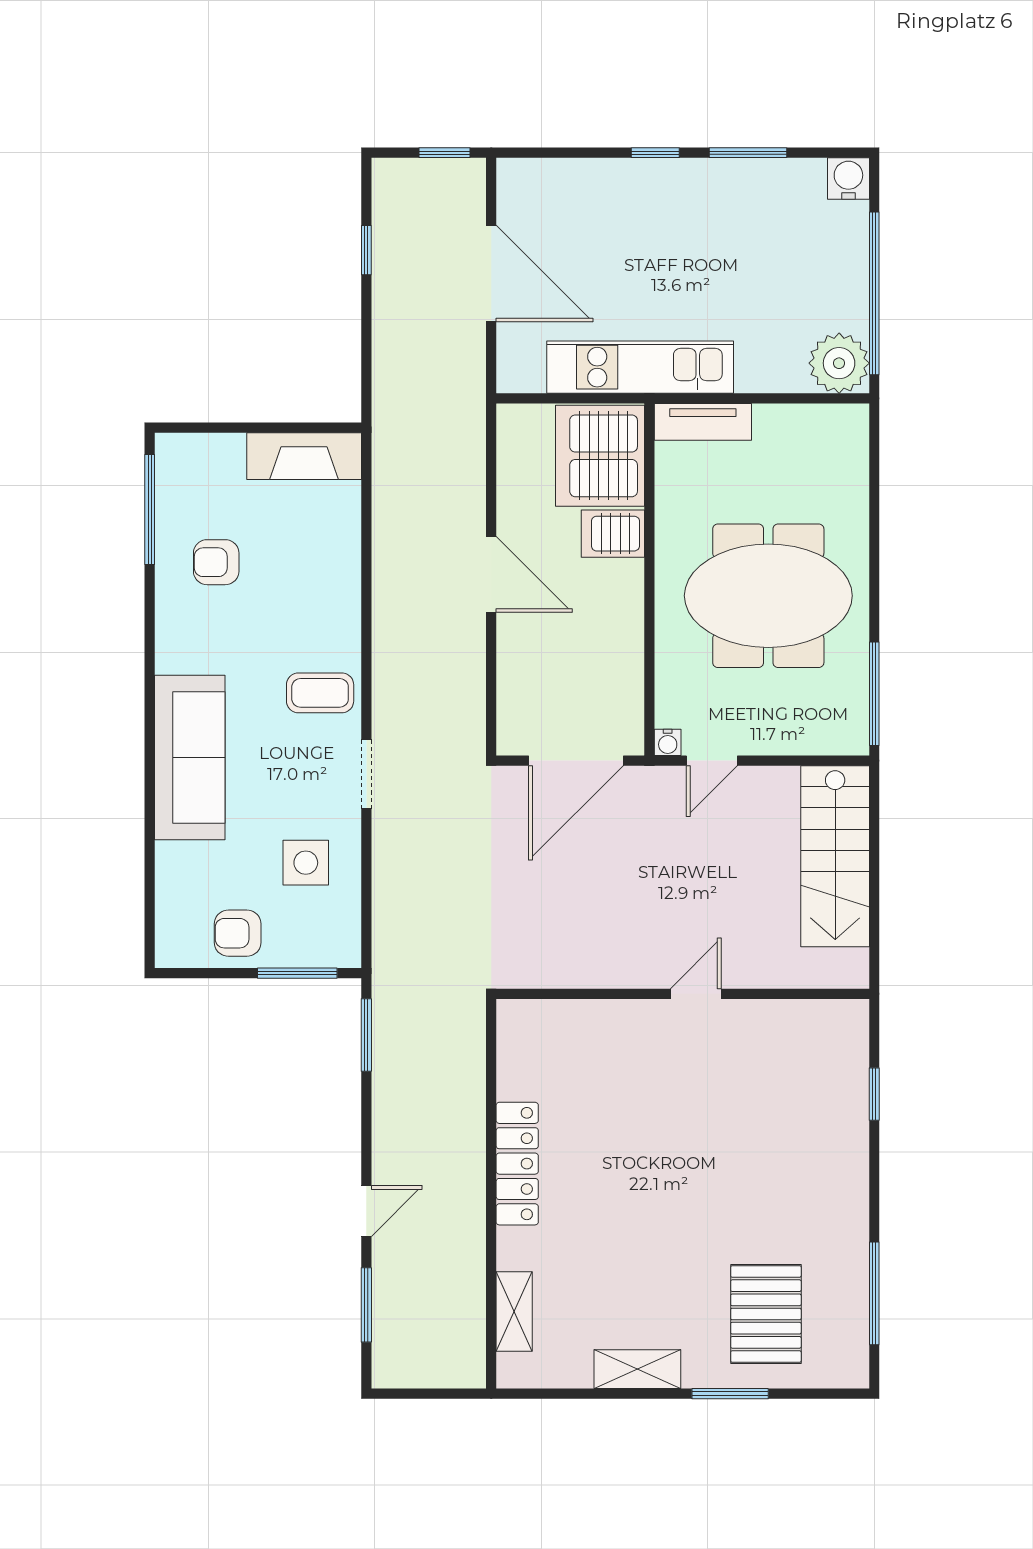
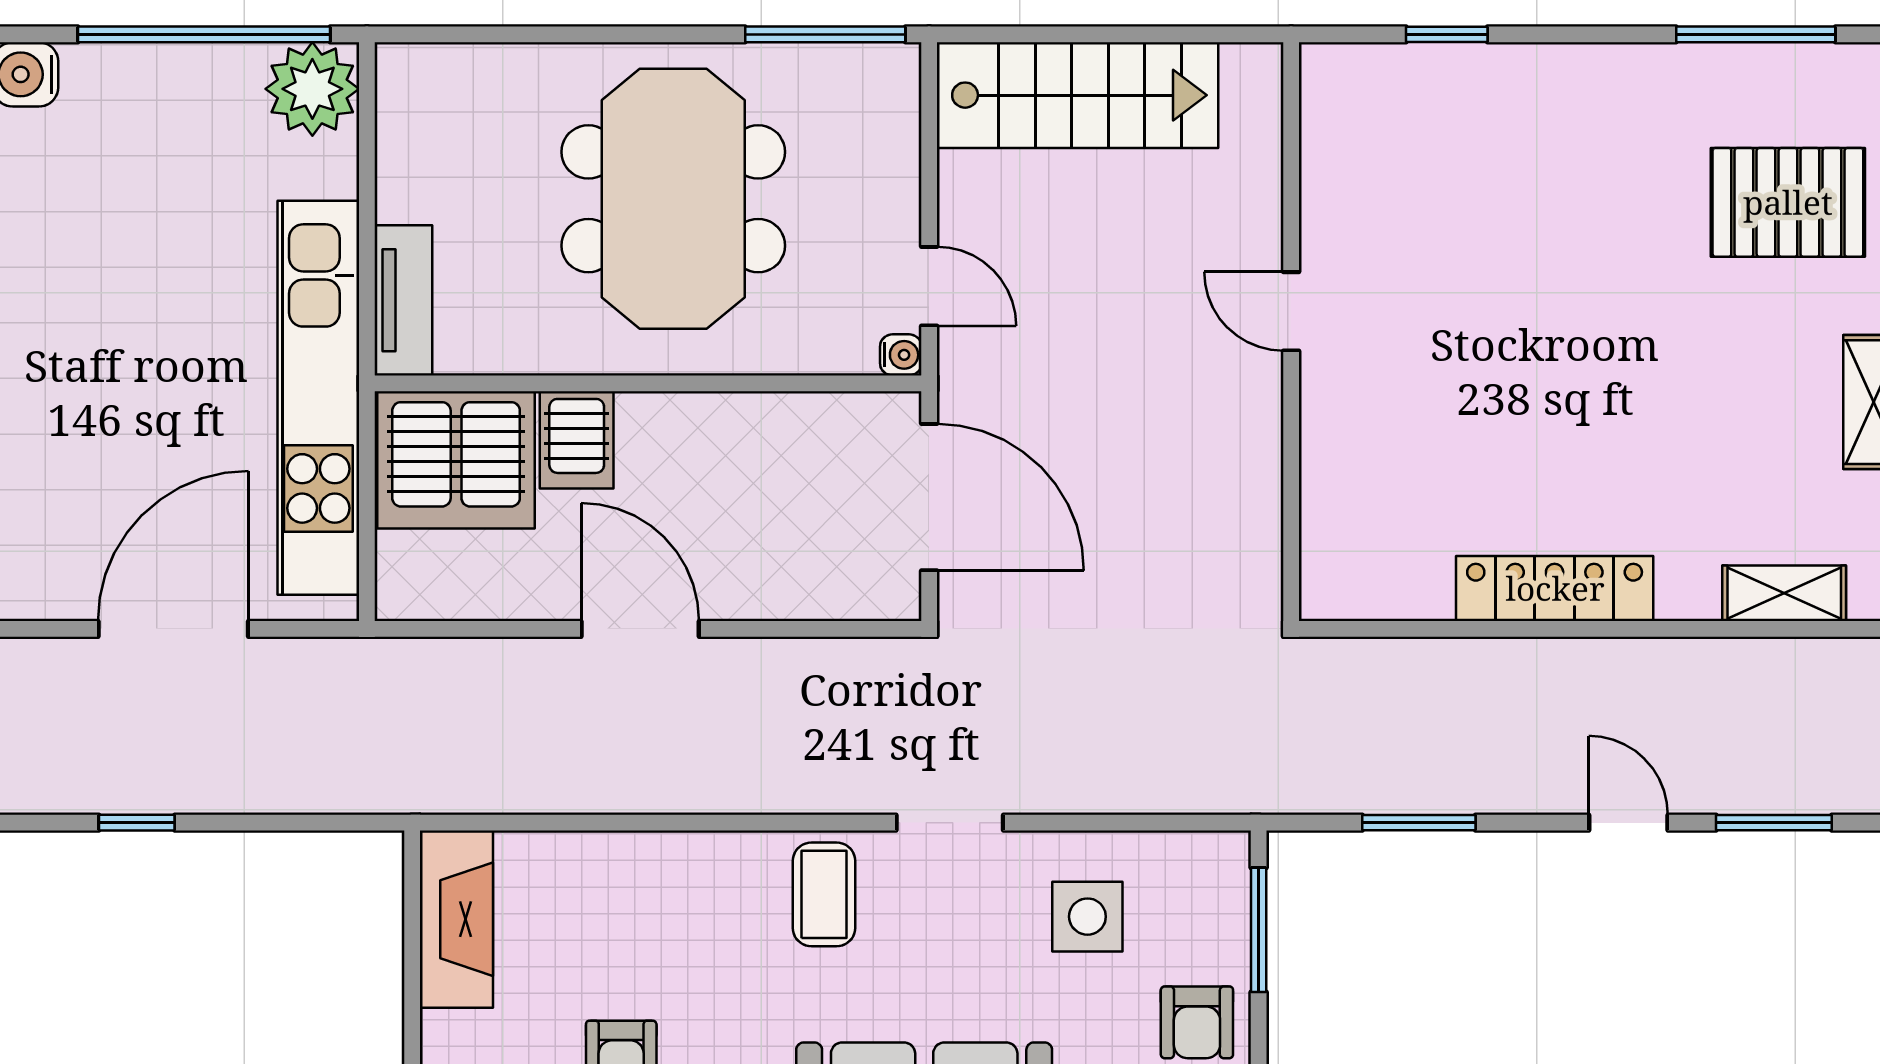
kitchen unit: (640, 367) -> (318, 398), width x1.36
door: (491, 574) -> (640, 629), hinge flipped
window: (366, 1035) -> (1419, 823), moved

